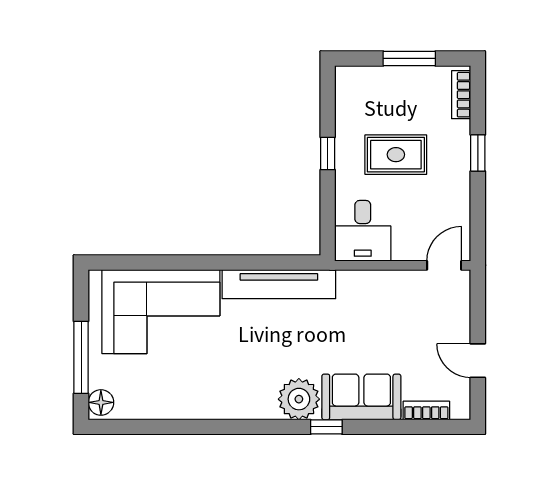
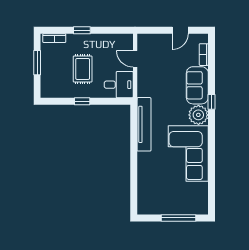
door: (444, 265) -> (135, 59), moved
corner sofa: (161, 312) -> (188, 154), moved, turned 180
floor lamp: (101, 402) -> (200, 209), removed

